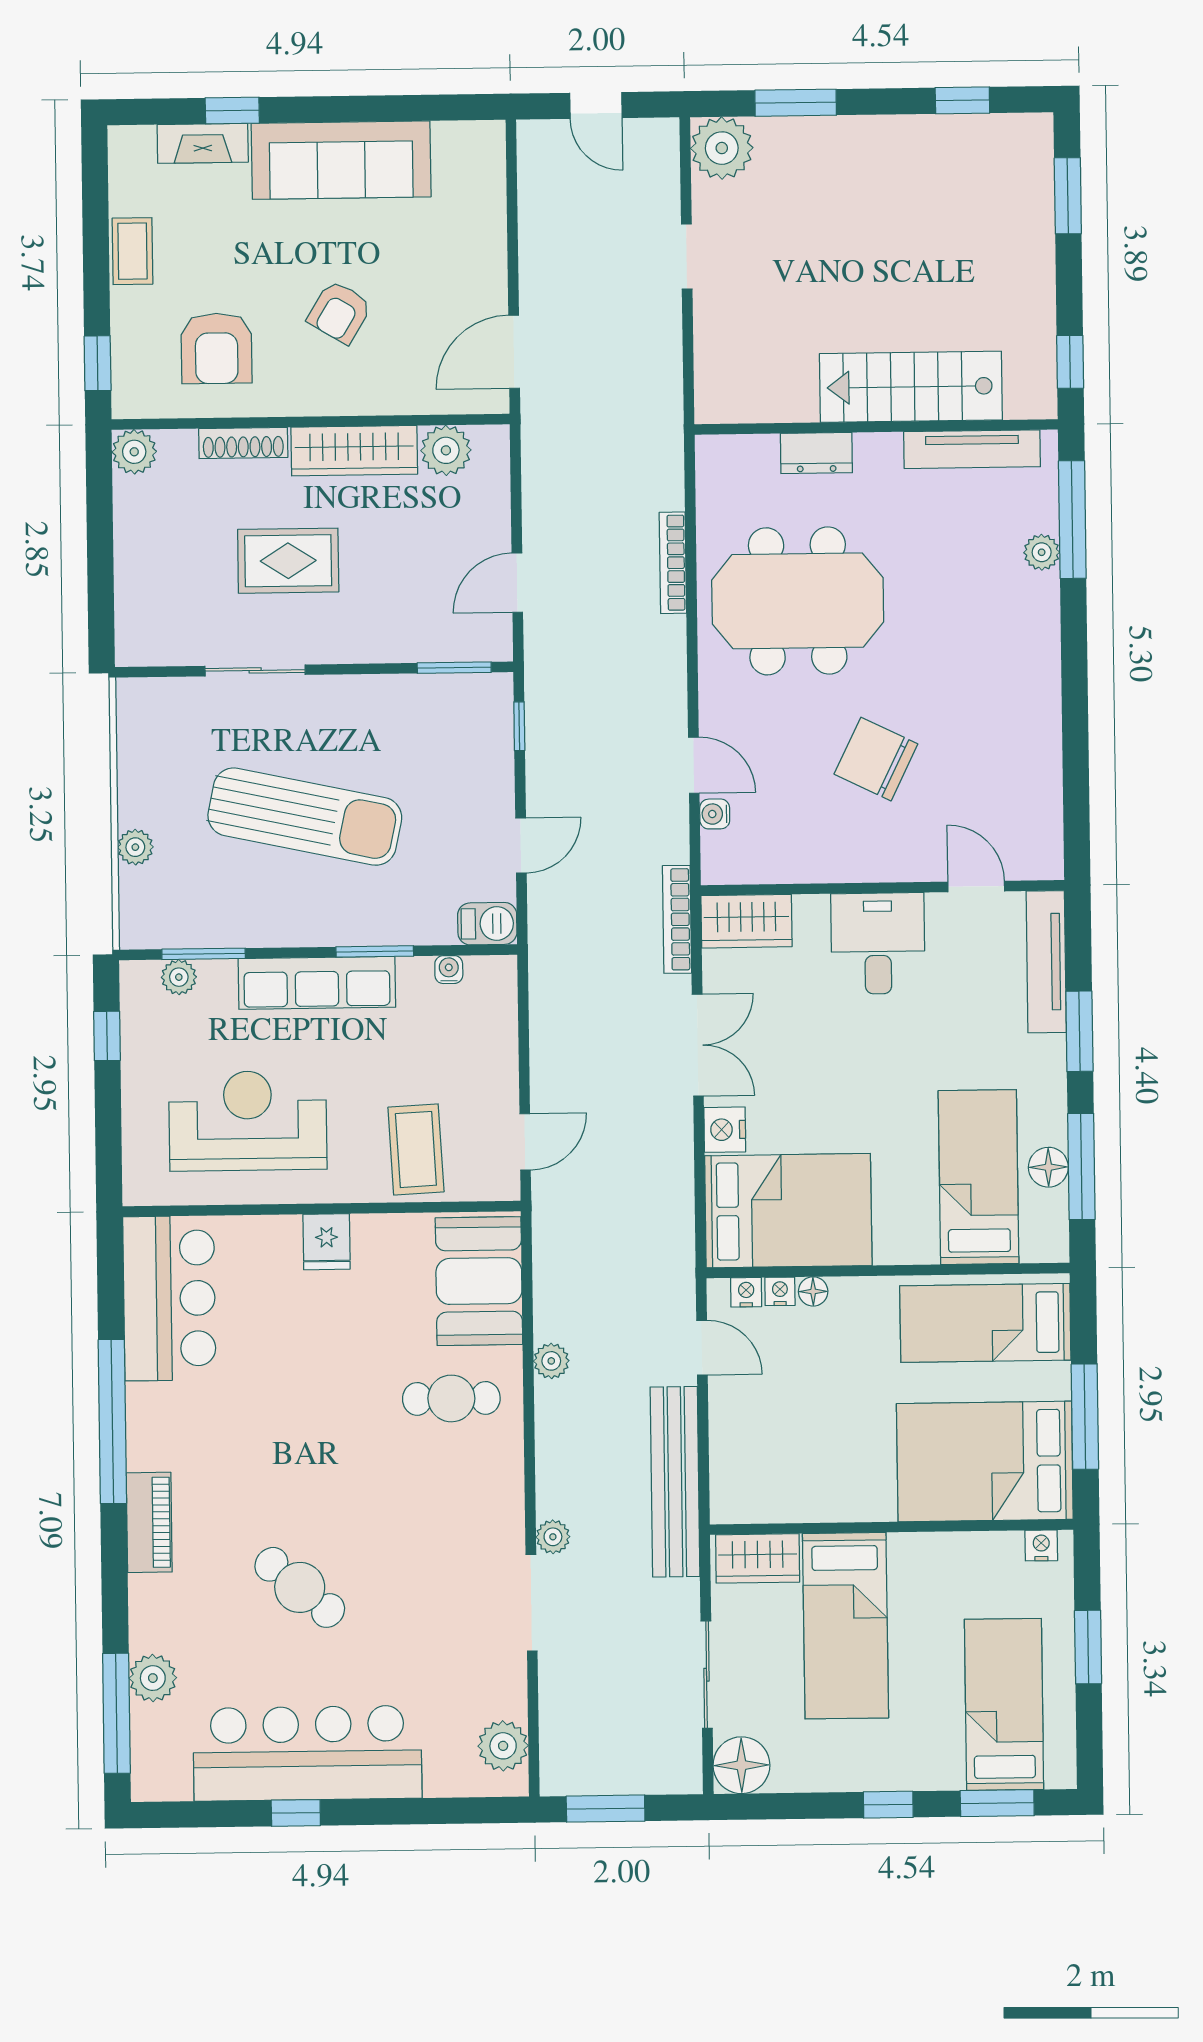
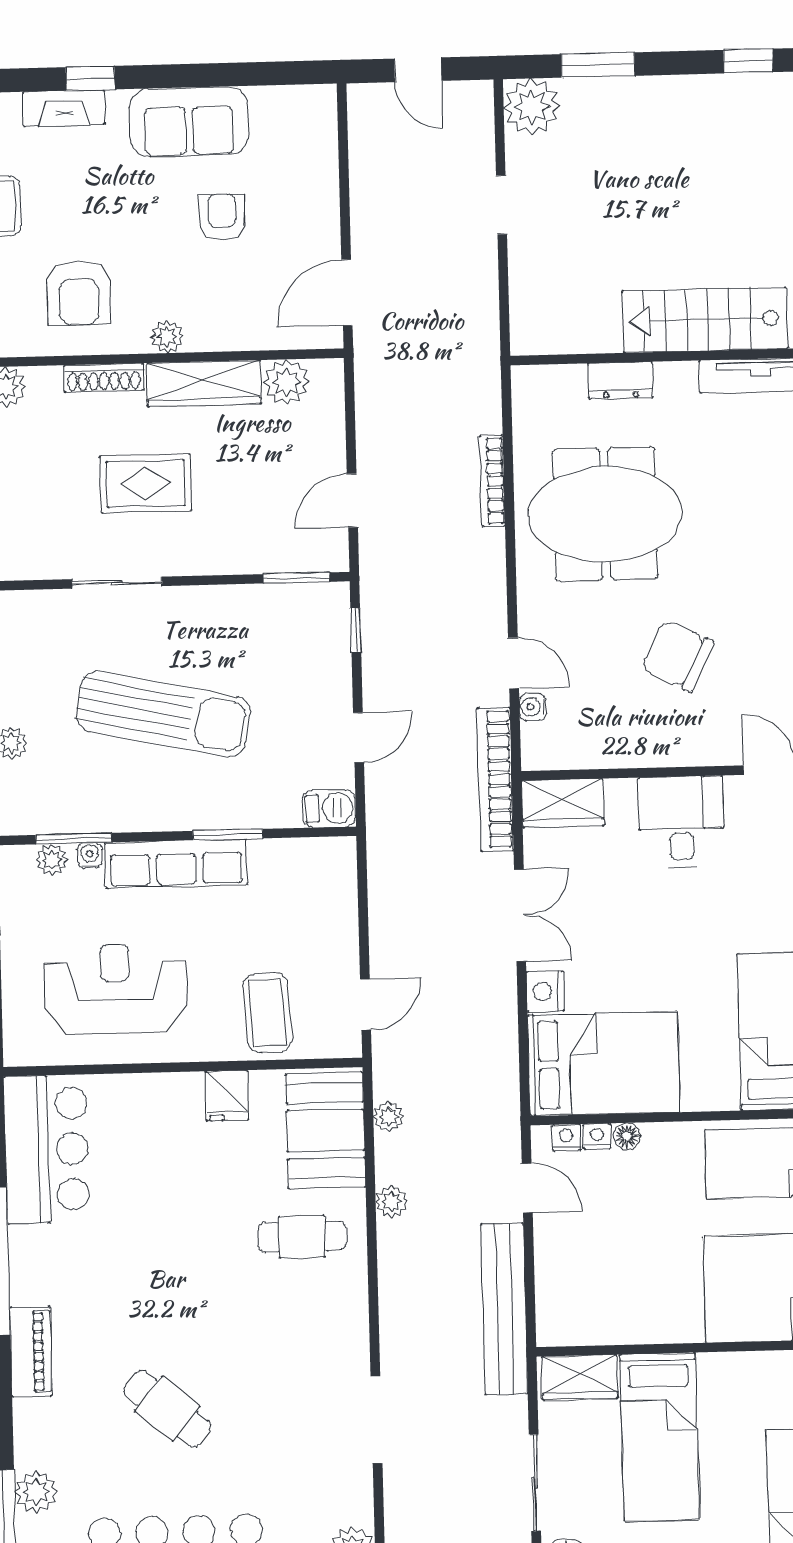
sofa: (341, 160) -> (189, 122), width x0.73
armchair: (340, 312) -> (222, 217), moved, turned 149
plant: (314, 398) -> (167, 337), added
bookcase: (677, 919) -> (495, 779), width x1.48, depth x1.31
water cooler: (449, 970) -> (90, 855), moved
fridge: (327, 1242) -> (227, 1096), moved
plant: (553, 1537) -> (389, 1117), moved

